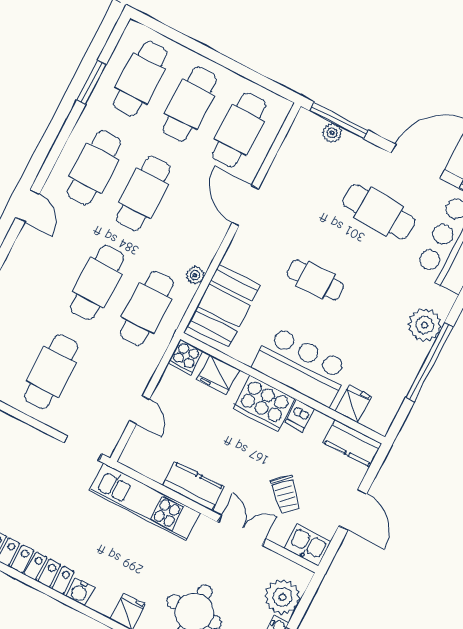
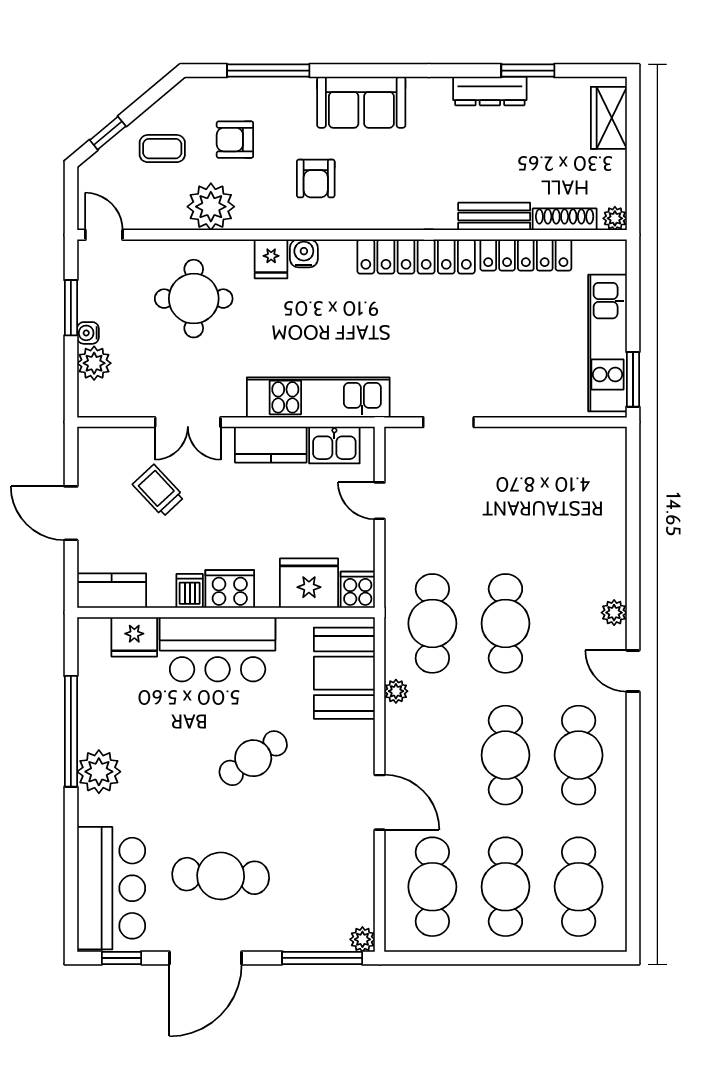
window: (92, 82) -> (633, 853), removed
plant: (332, 133) -> (362, 939), moved
plant: (20, 252) -> (614, 613), added
cafe table: (315, 280) -> (253, 758), turned -34
cafe table: (51, 372) -> (505, 492), removed
fridge: (218, 375) -> (309, 583), width x1.36, depth x1.34
cooker: (264, 404) -> (230, 589), width x0.73, depth x0.76
fridge: (353, 404) -> (134, 637), width x1.38
doorway: (83, 448) -> (448, 422), moved
kitchen sink: (308, 545) -> (334, 445), moved
water cooler: (80, 592) -> (304, 253), moved
plant: (283, 597) -> (94, 363), width x0.73, depth x0.73

